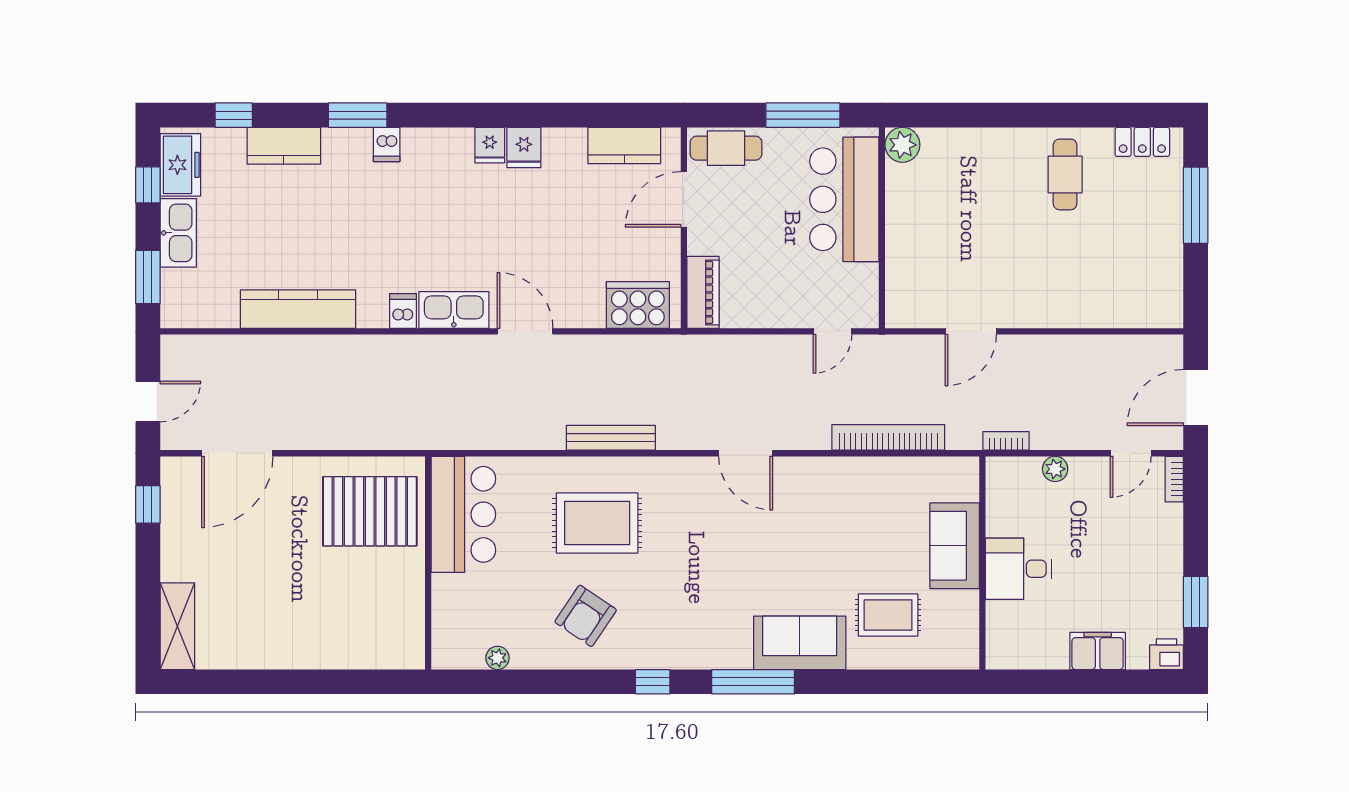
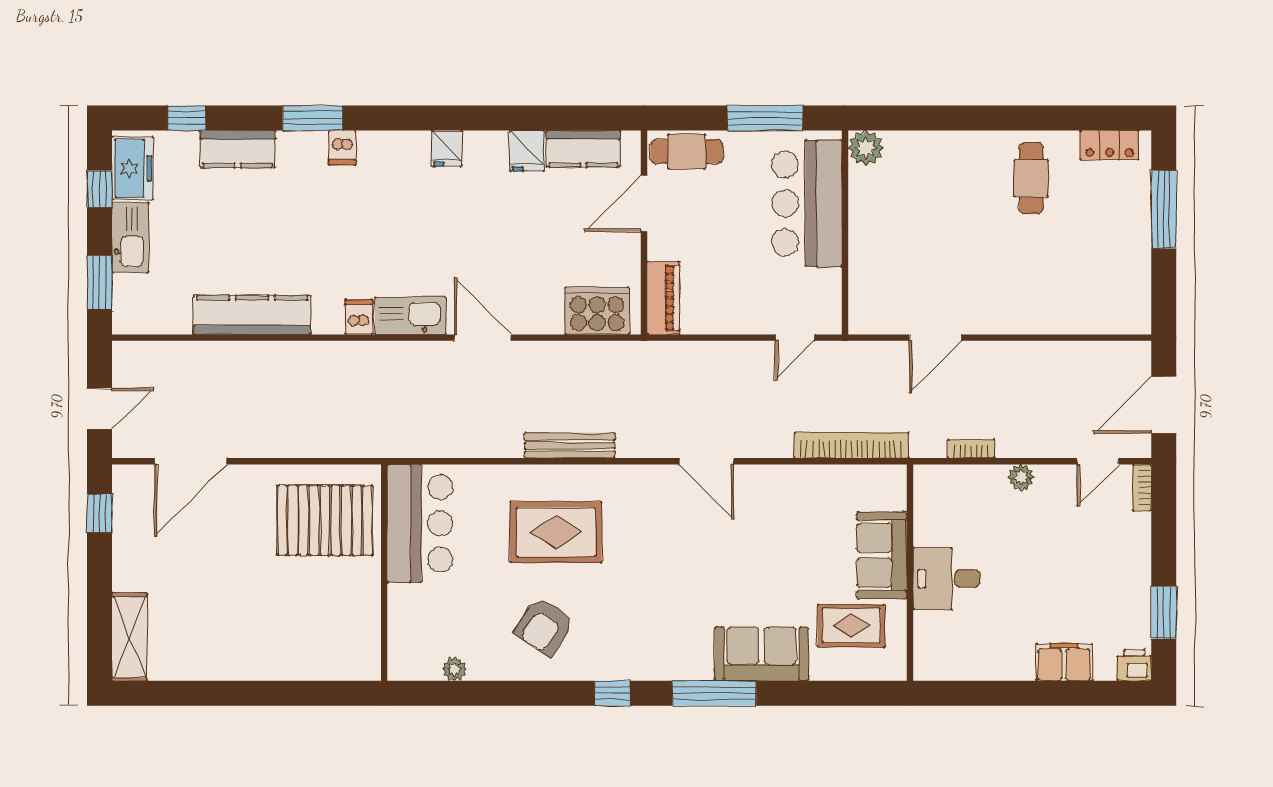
fridge: (524, 148) -> (527, 151), moved
sofa: (955, 546) -> (882, 555), moved
wall: (982, 563) -> (910, 573), moved
desk: (1018, 569) -> (947, 579), moved

